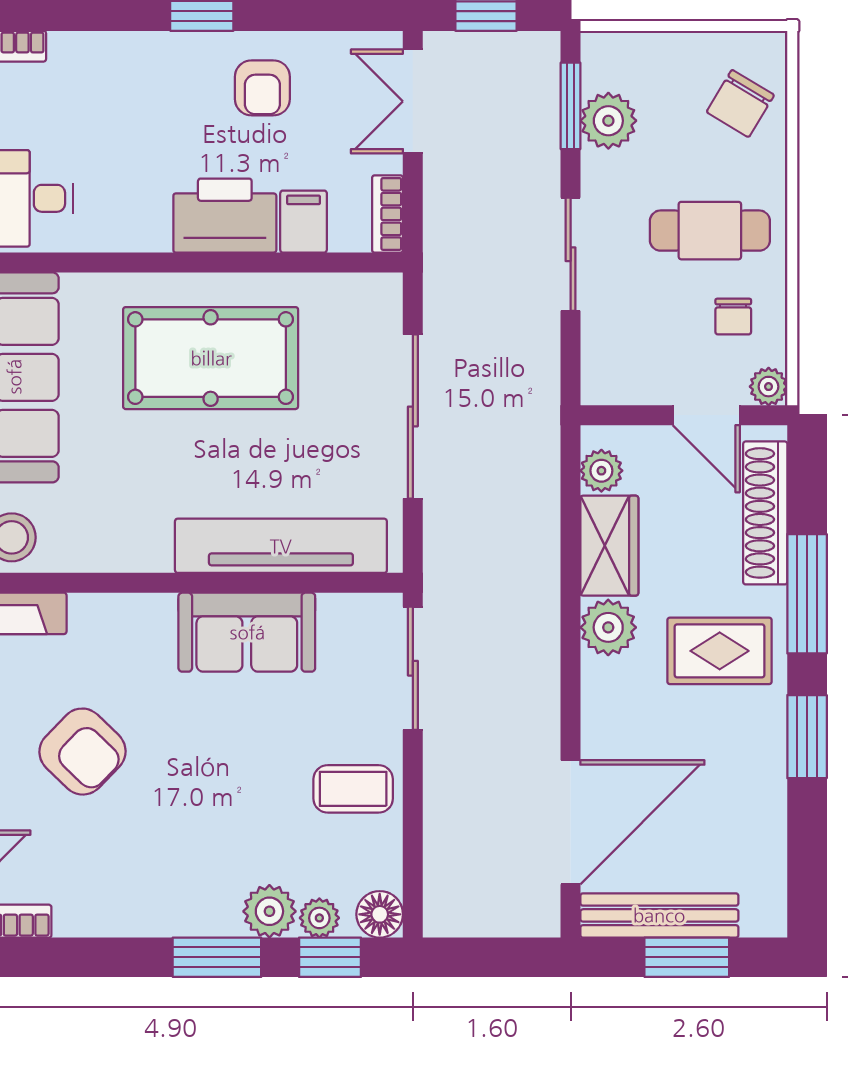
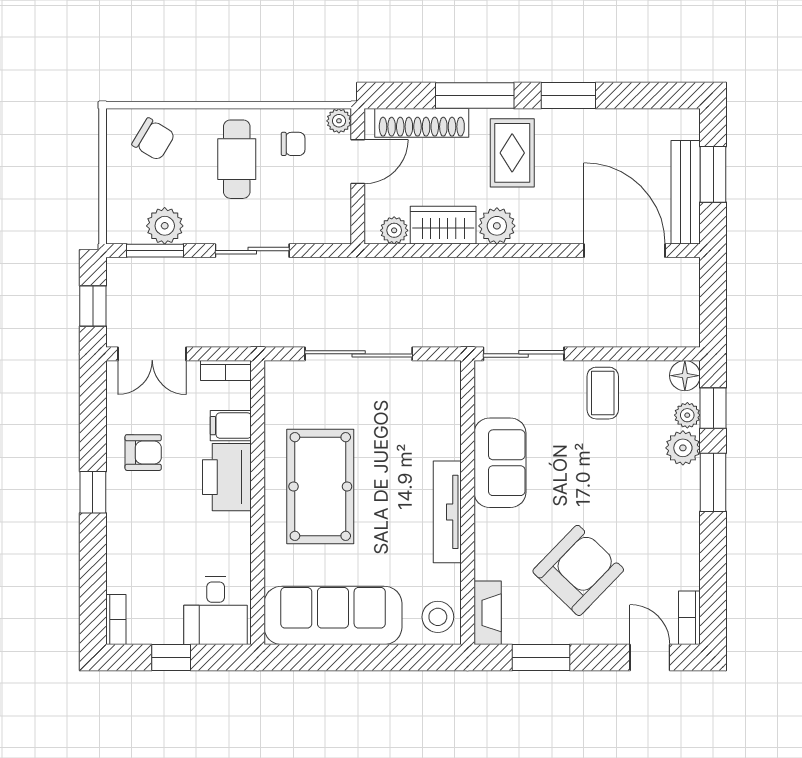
tv unit: (281, 546) -> (447, 512), moved, width x0.73, depth x0.78
armchair: (83, 752) -> (578, 570), width x1.36, depth x1.36

